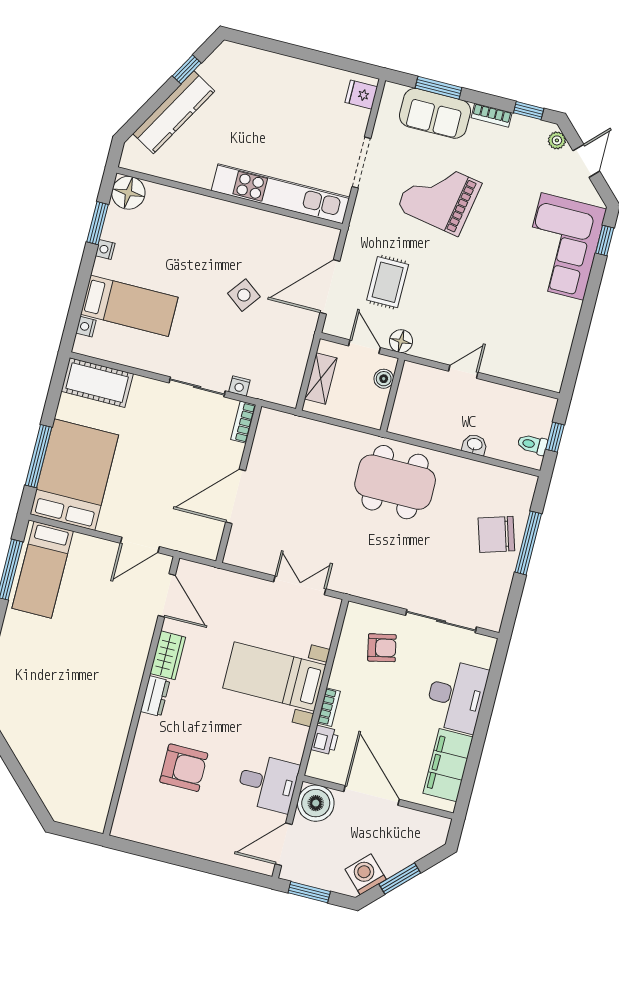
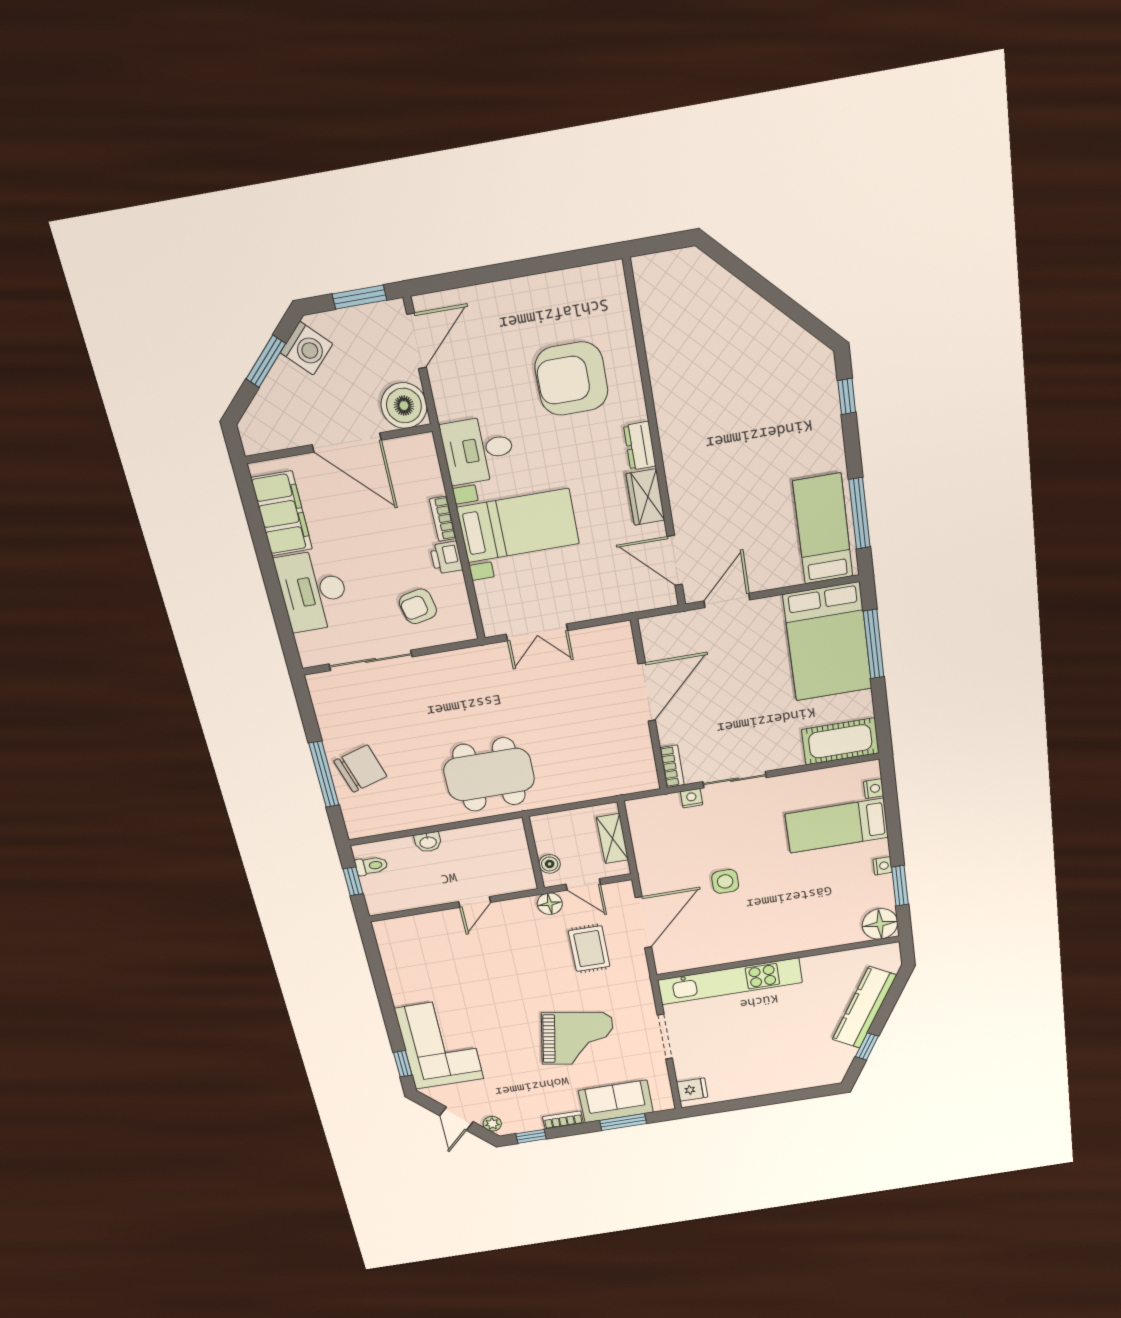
side table: (244, 295) -> (725, 881), turned -37
printer: (325, 740) -> (446, 558), moved
armchair: (184, 768) -> (571, 379), width x1.36, depth x1.36
desk: (268, 783) -> (478, 450), moved

